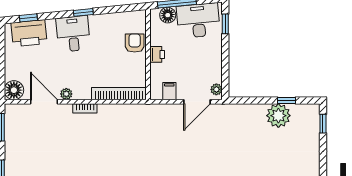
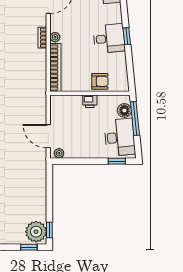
desk: (73, 34) -> (109, 39), moved
filing cabinet: (169, 91) -> (58, 112), removed
plant: (66, 94) -> (55, 37), moved
window: (287, 100) -> (49, 230), moved
plant: (278, 116) -> (36, 232), moved

